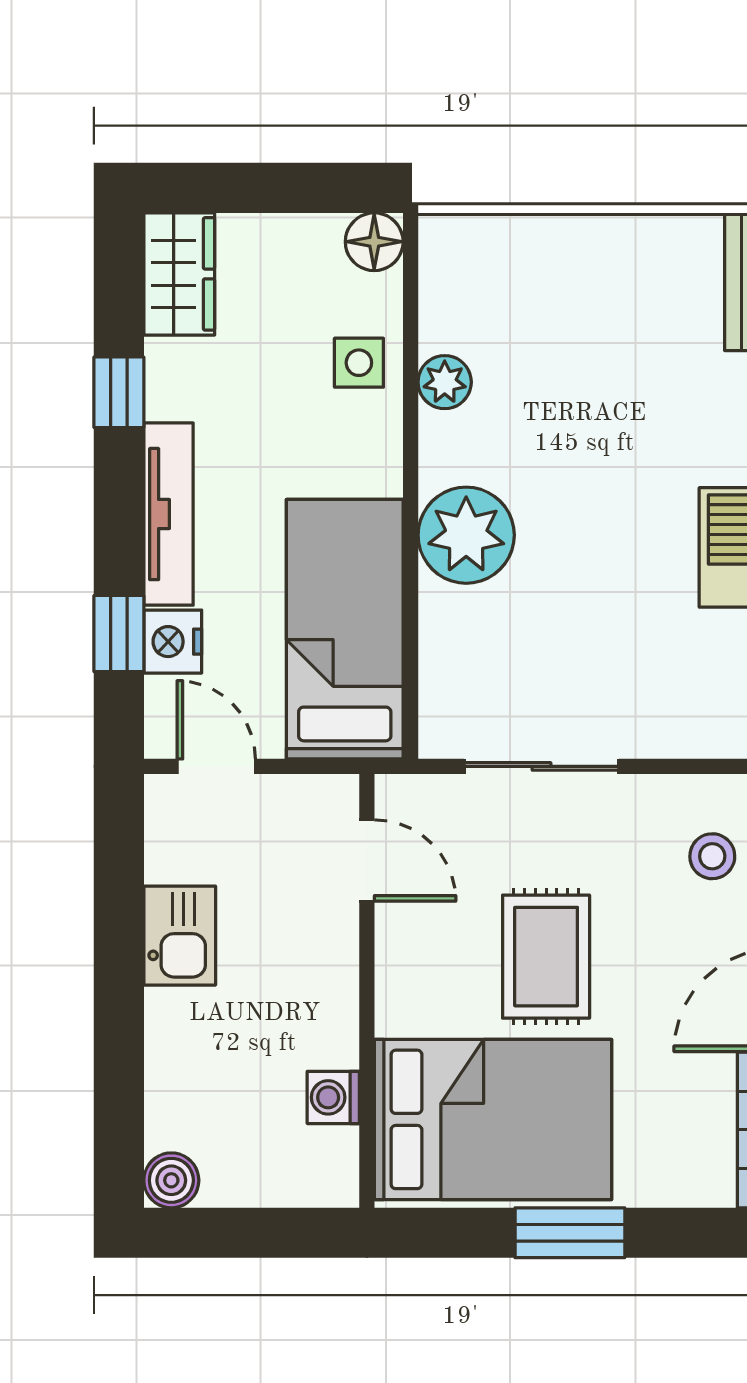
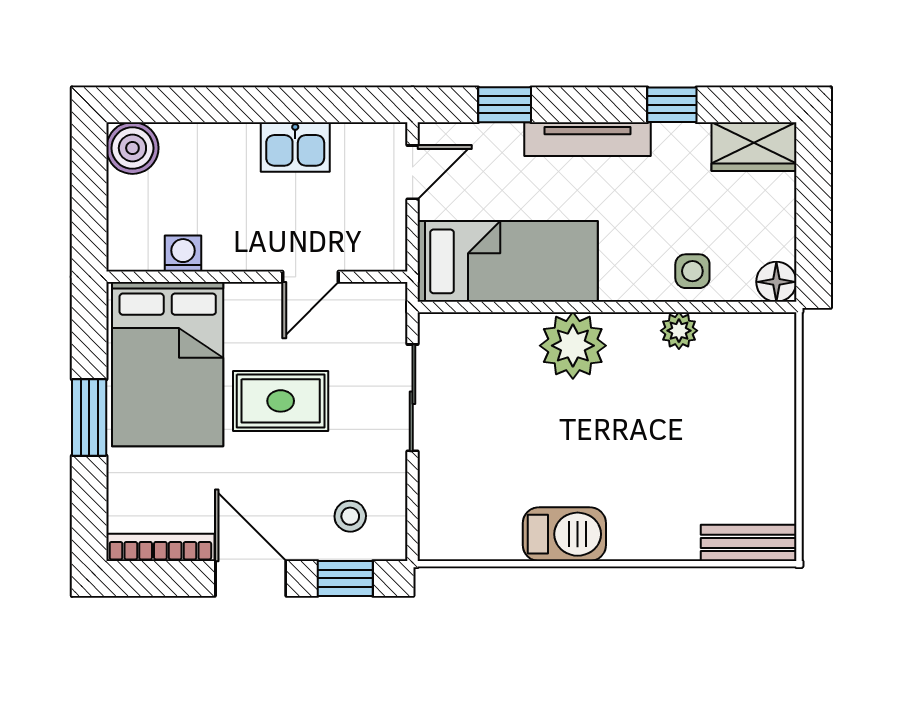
nightstand: (173, 642) -> (499, 142), removed
door: (367, 860) -> (310, 277), moved
boiler: (171, 1180) -> (132, 148), width x1.36, depth x1.36

